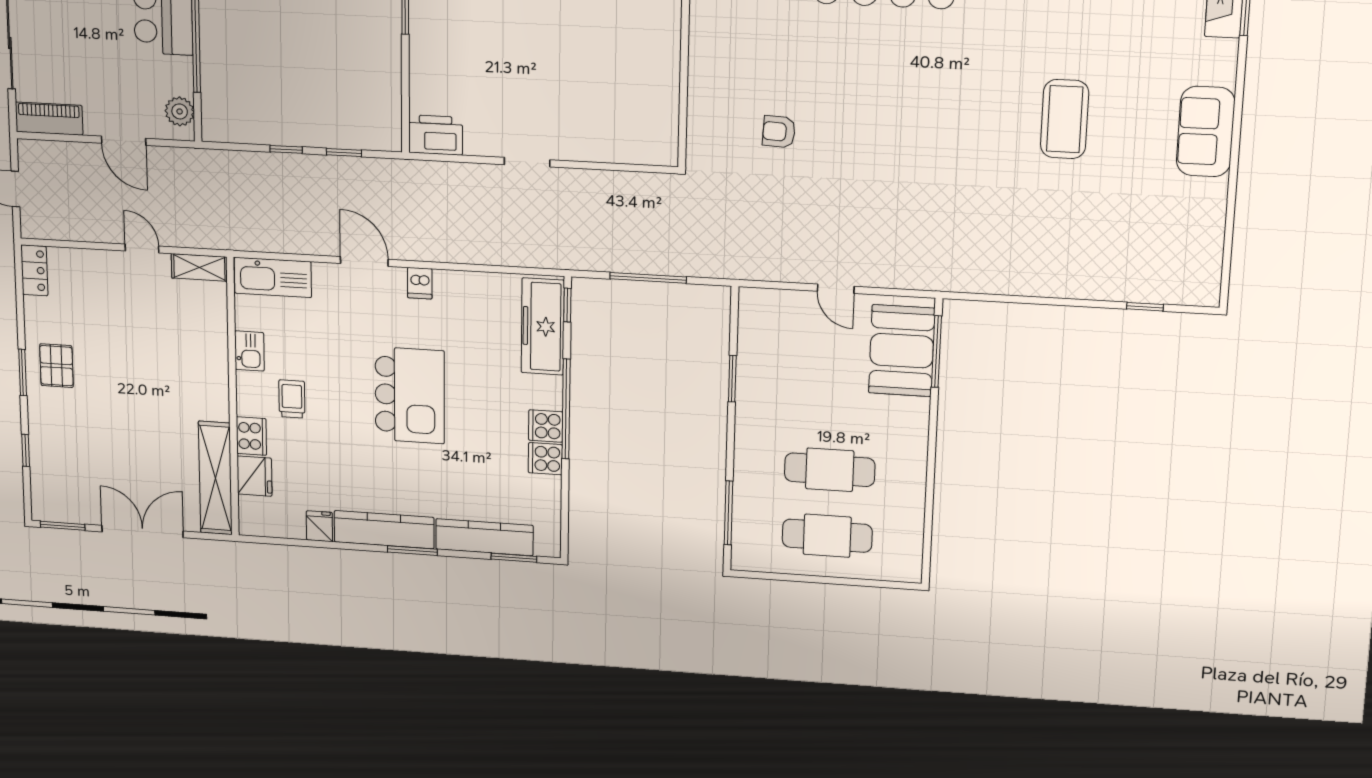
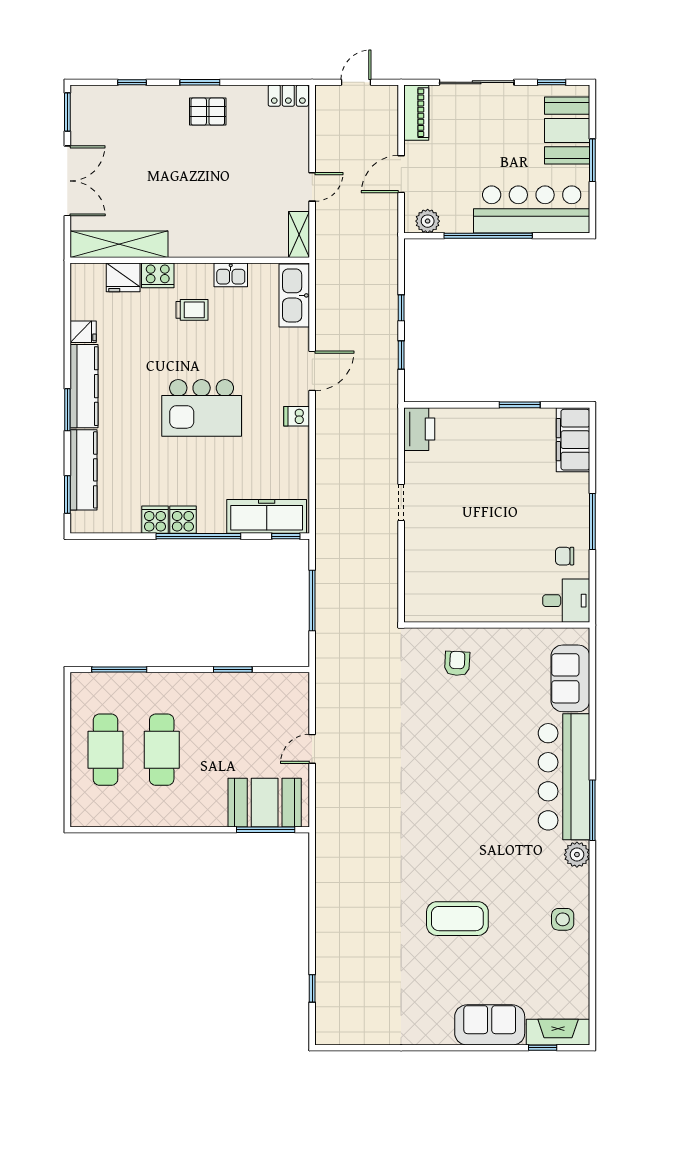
armchair: (779, 132) -> (457, 663), moved
sofa: (1206, 132) -> (490, 1025), moved

